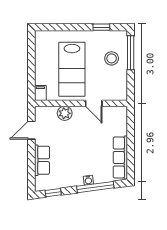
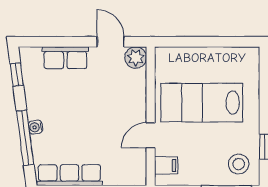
stool: (112, 58) -> (239, 164), moved
filing cabinet: (40, 93) -> (166, 165), moved
plant: (65, 113) -> (136, 58), moved

